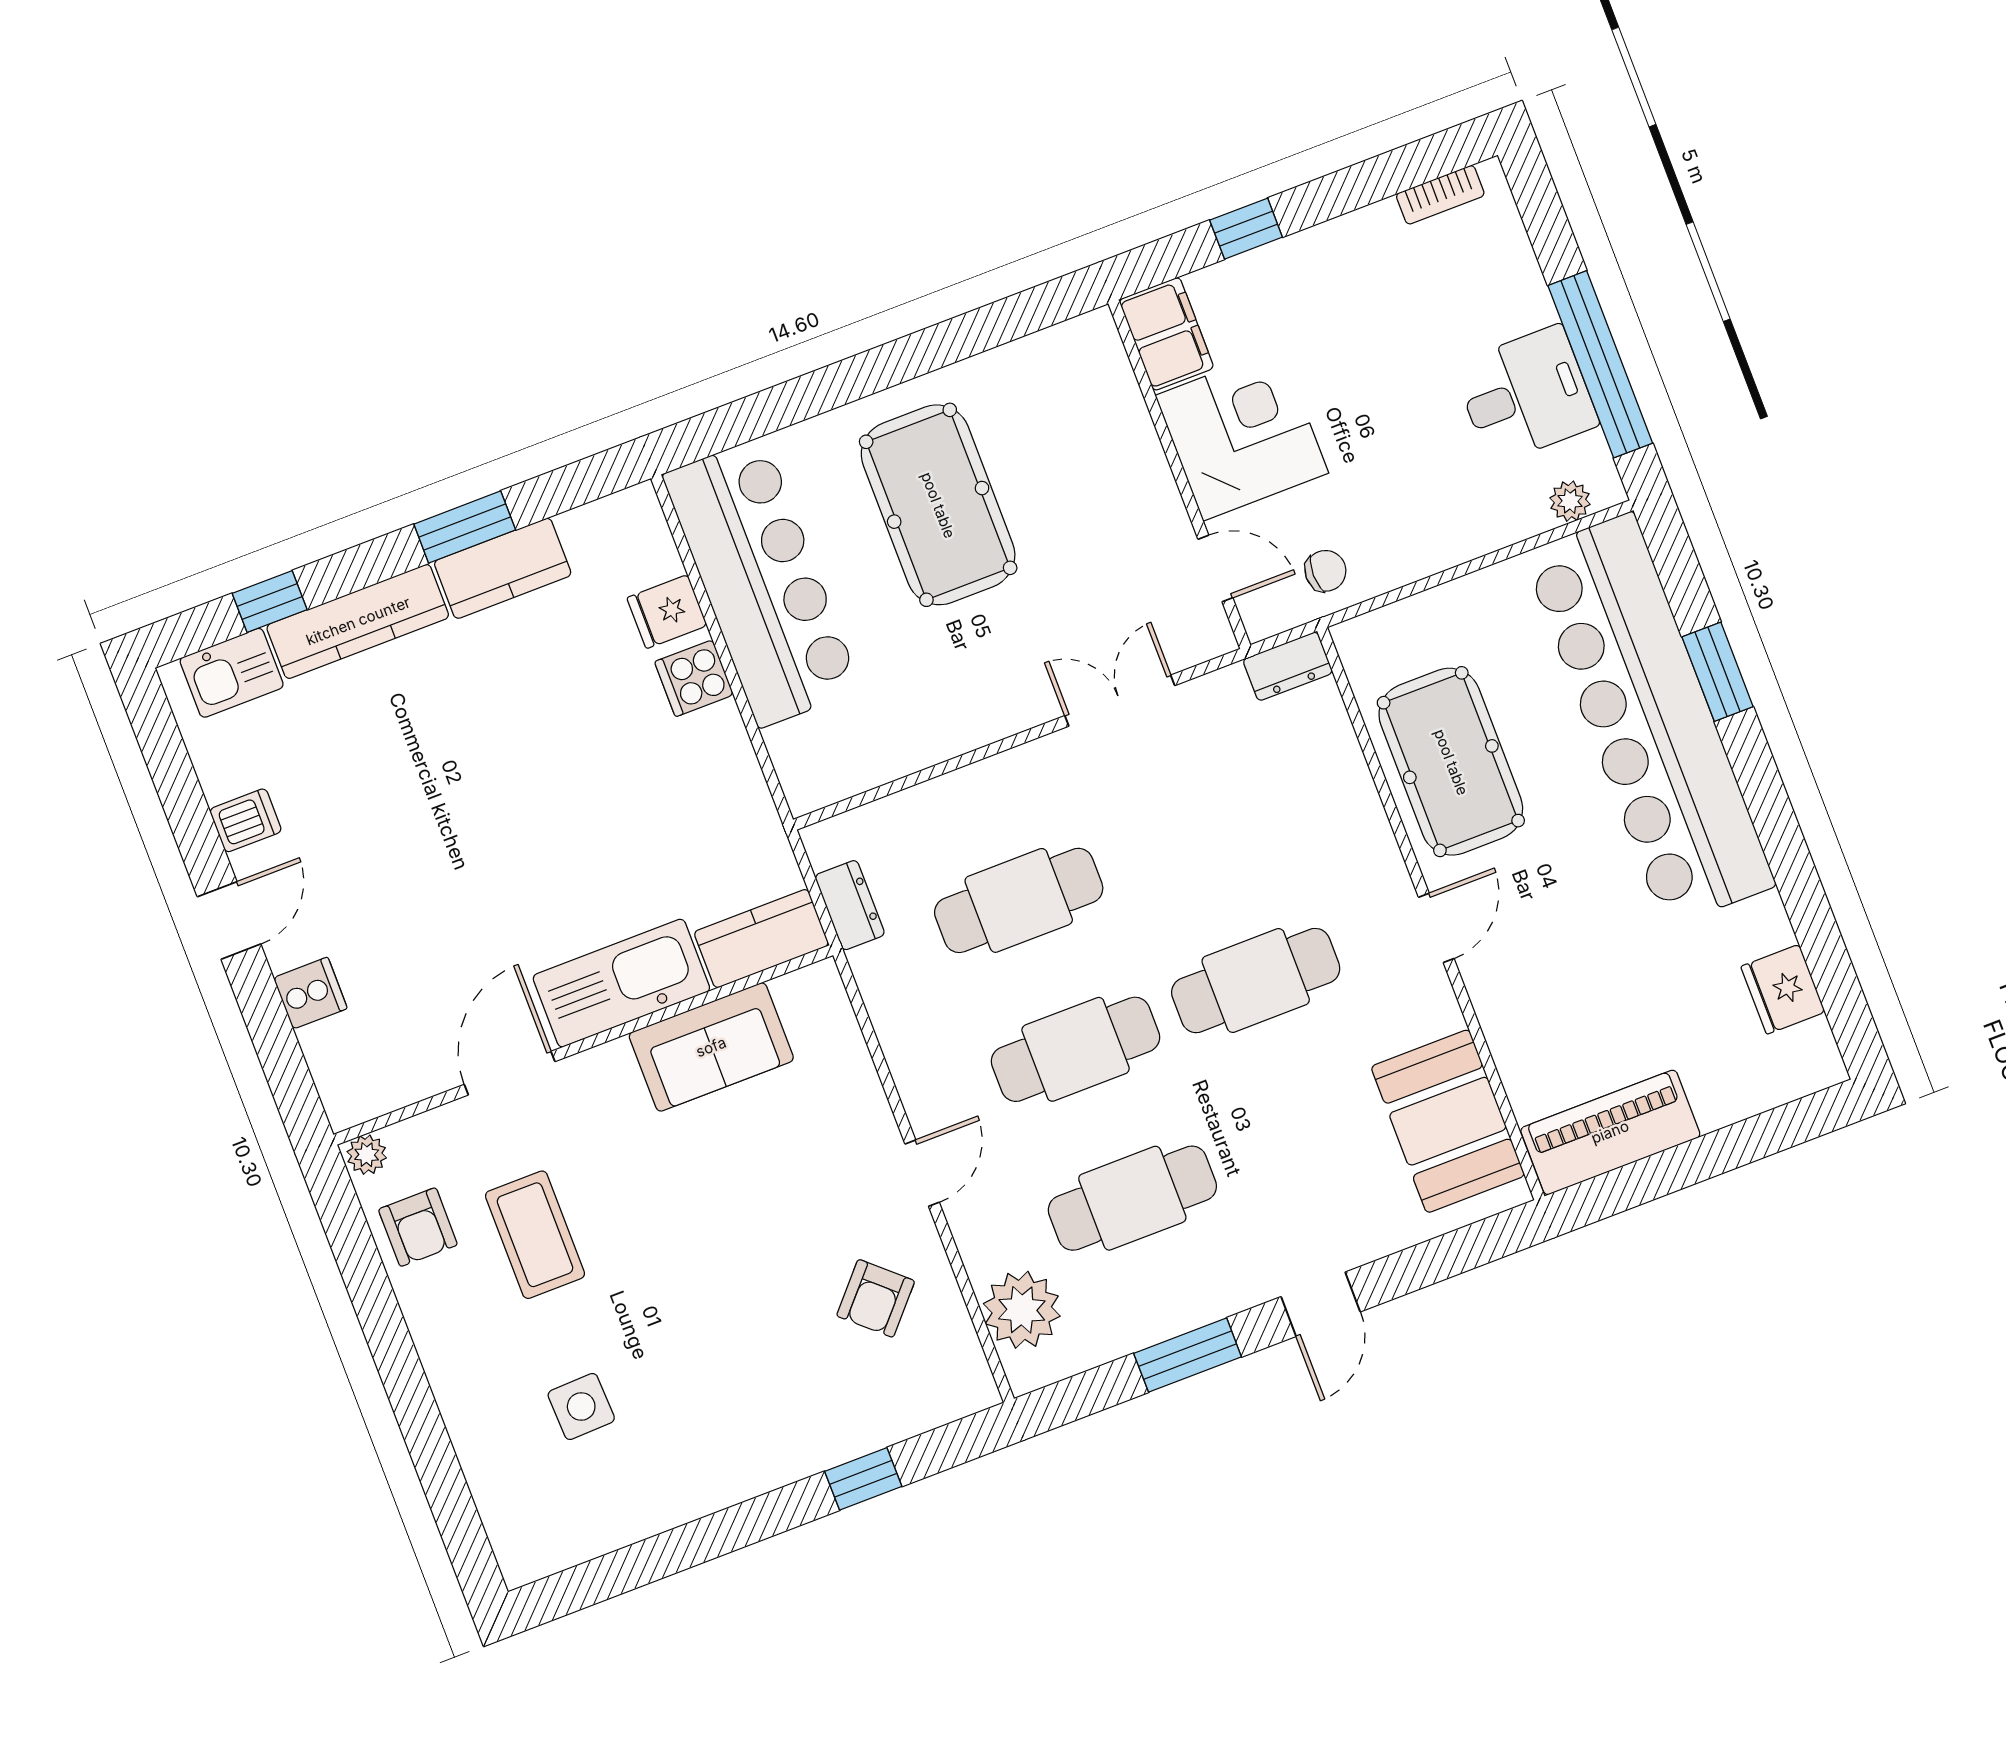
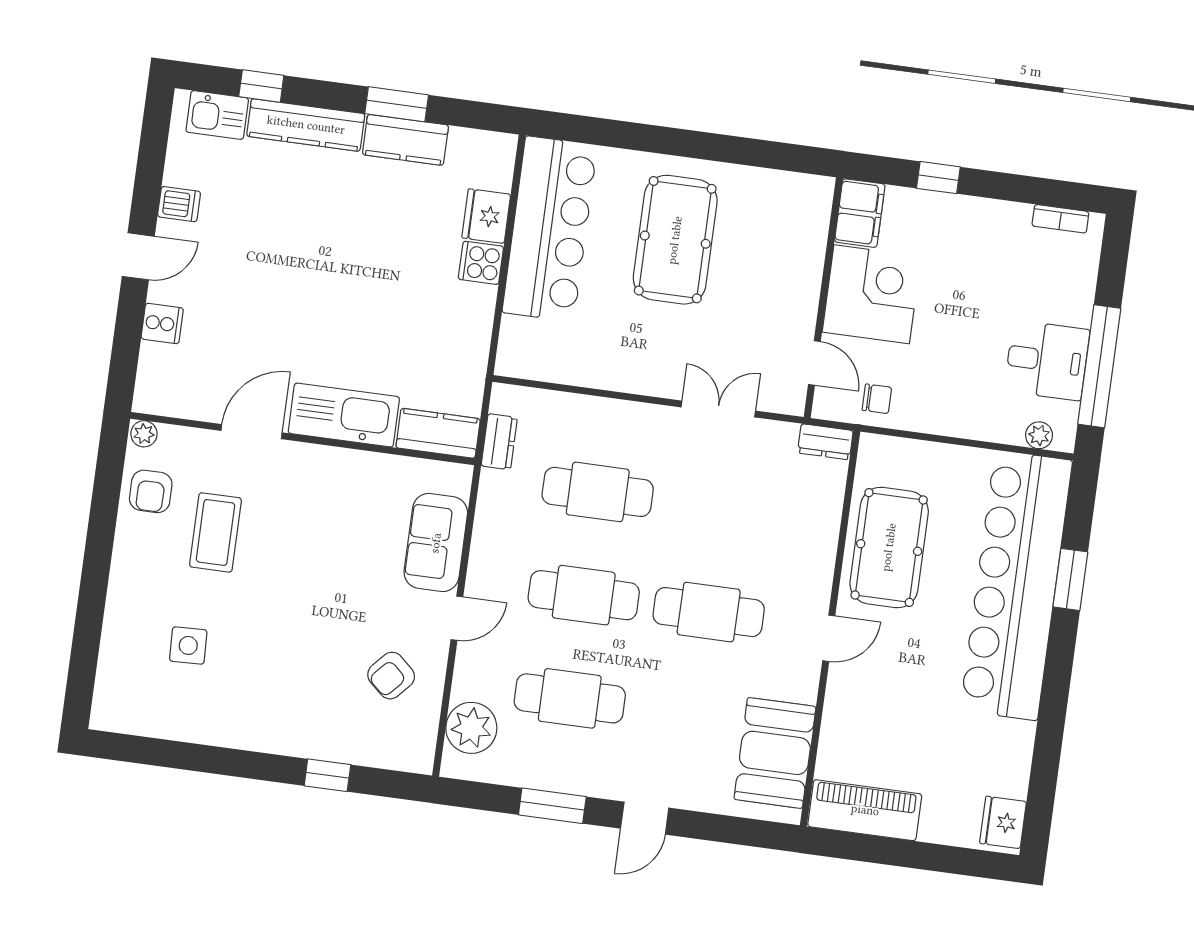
fridge: (667, 612) -> (486, 216), width x1.38
fridge: (1783, 989) -> (1003, 822), moved
sofa: (711, 1047) -> (436, 543), moved, turned 90

